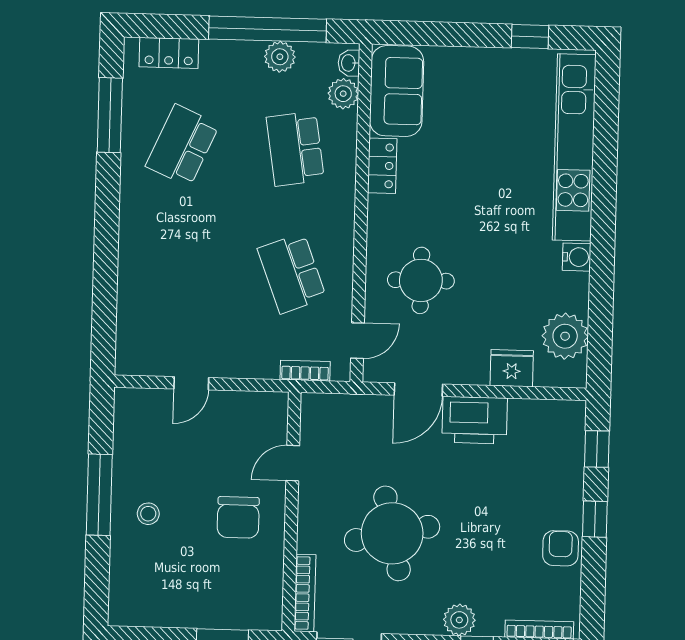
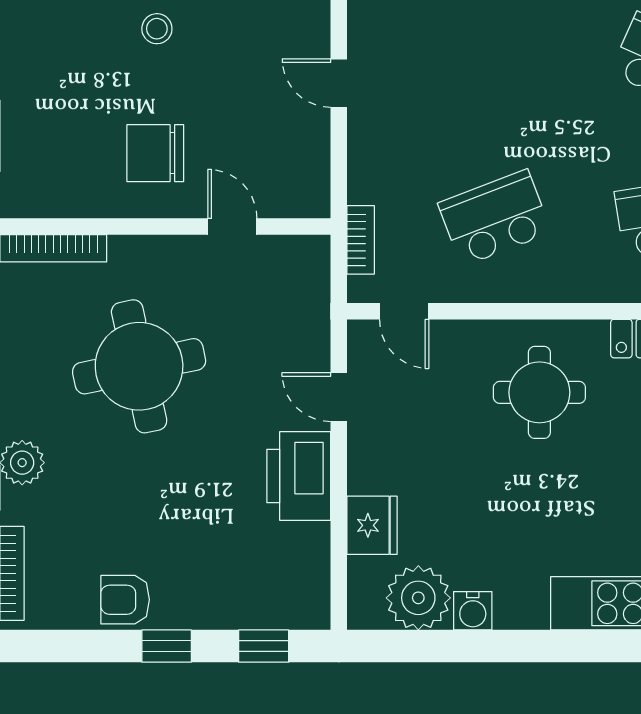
water cooler: (577, 257) -> (473, 611), moved
round table: (421, 280) -> (539, 392), moved
door: (418, 390) -> (339, 397), width x0.73
armchair: (561, 548) -> (125, 600), turned 180

